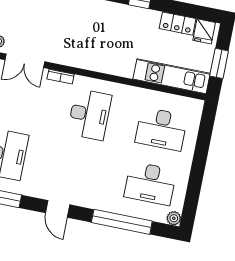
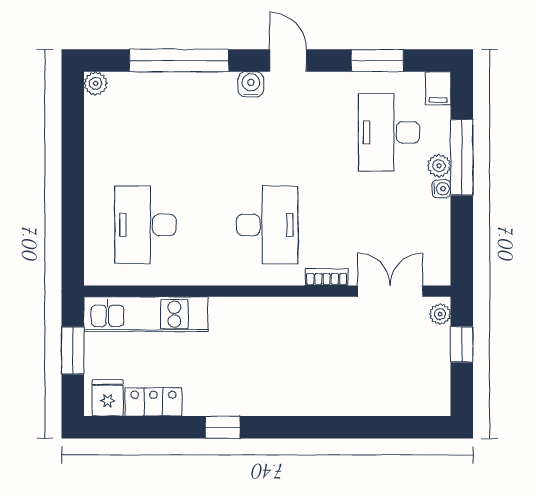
desk: (89, 114) -> (267, 225), turned 180
desk: (161, 129) -> (145, 225), turned -90
desk: (150, 183) -> (145, 132), removed
water cooler: (82, 199) -> (251, 84), added

